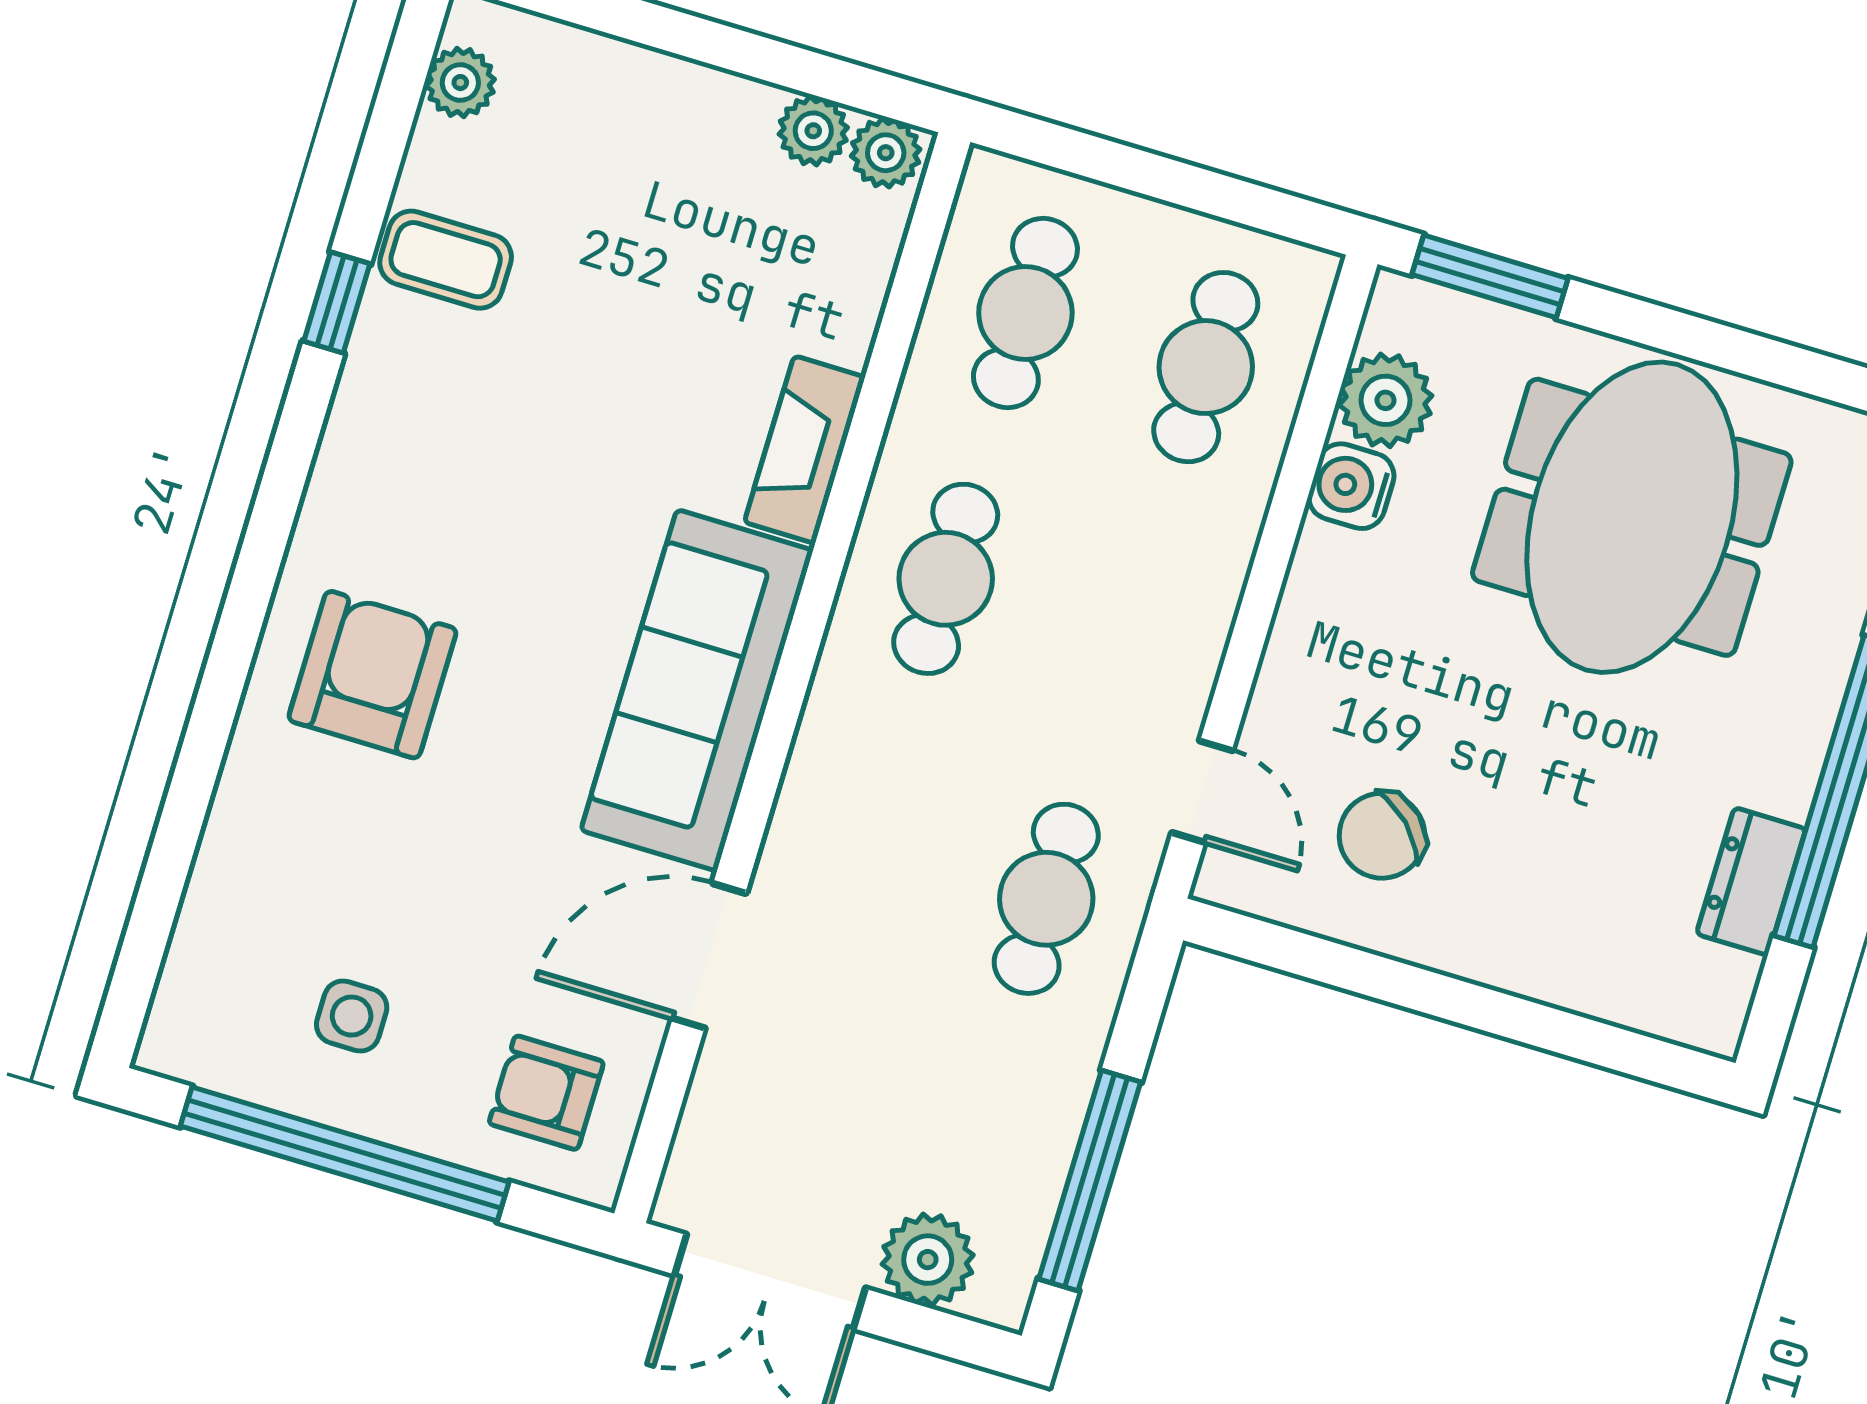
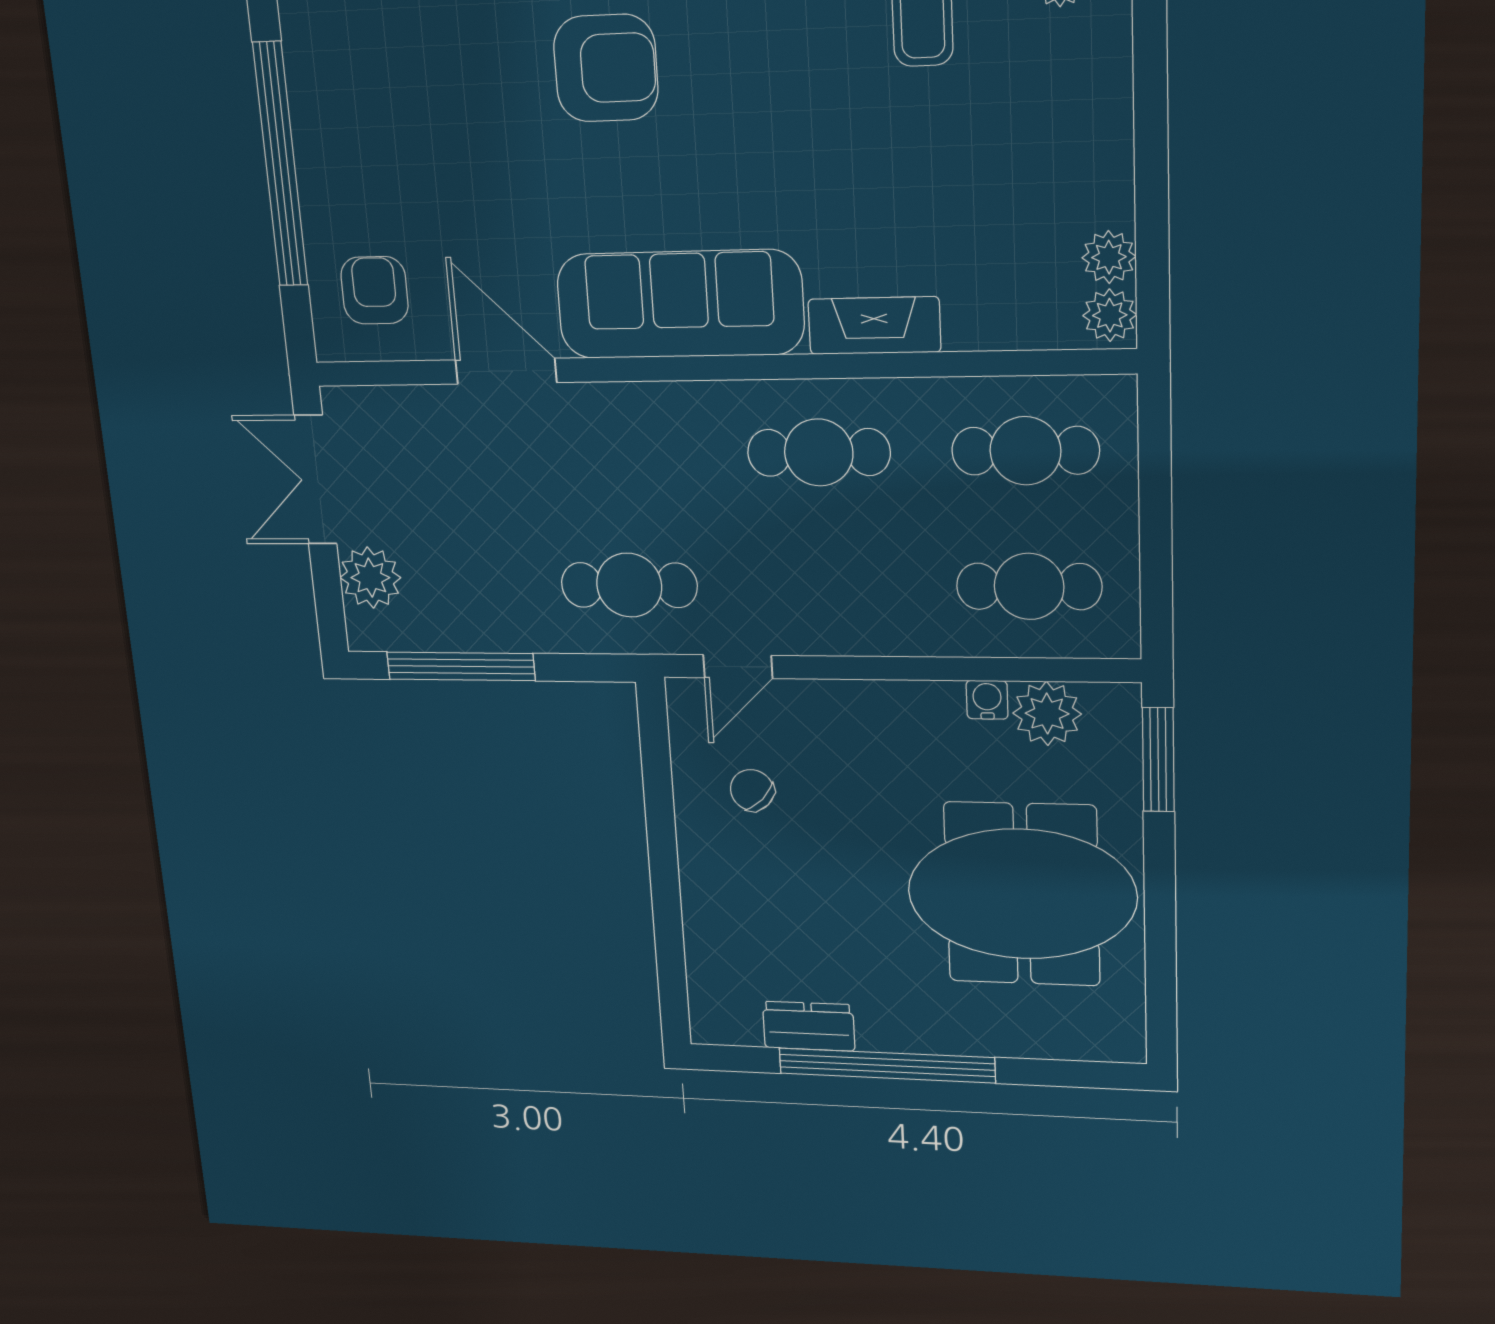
water cooler: (1351, 486) -> (987, 700), width x0.72, depth x0.72
chair: (1382, 836) -> (752, 790), width x0.73, depth x0.73
side table: (352, 1016) -> (371, 137), removed

